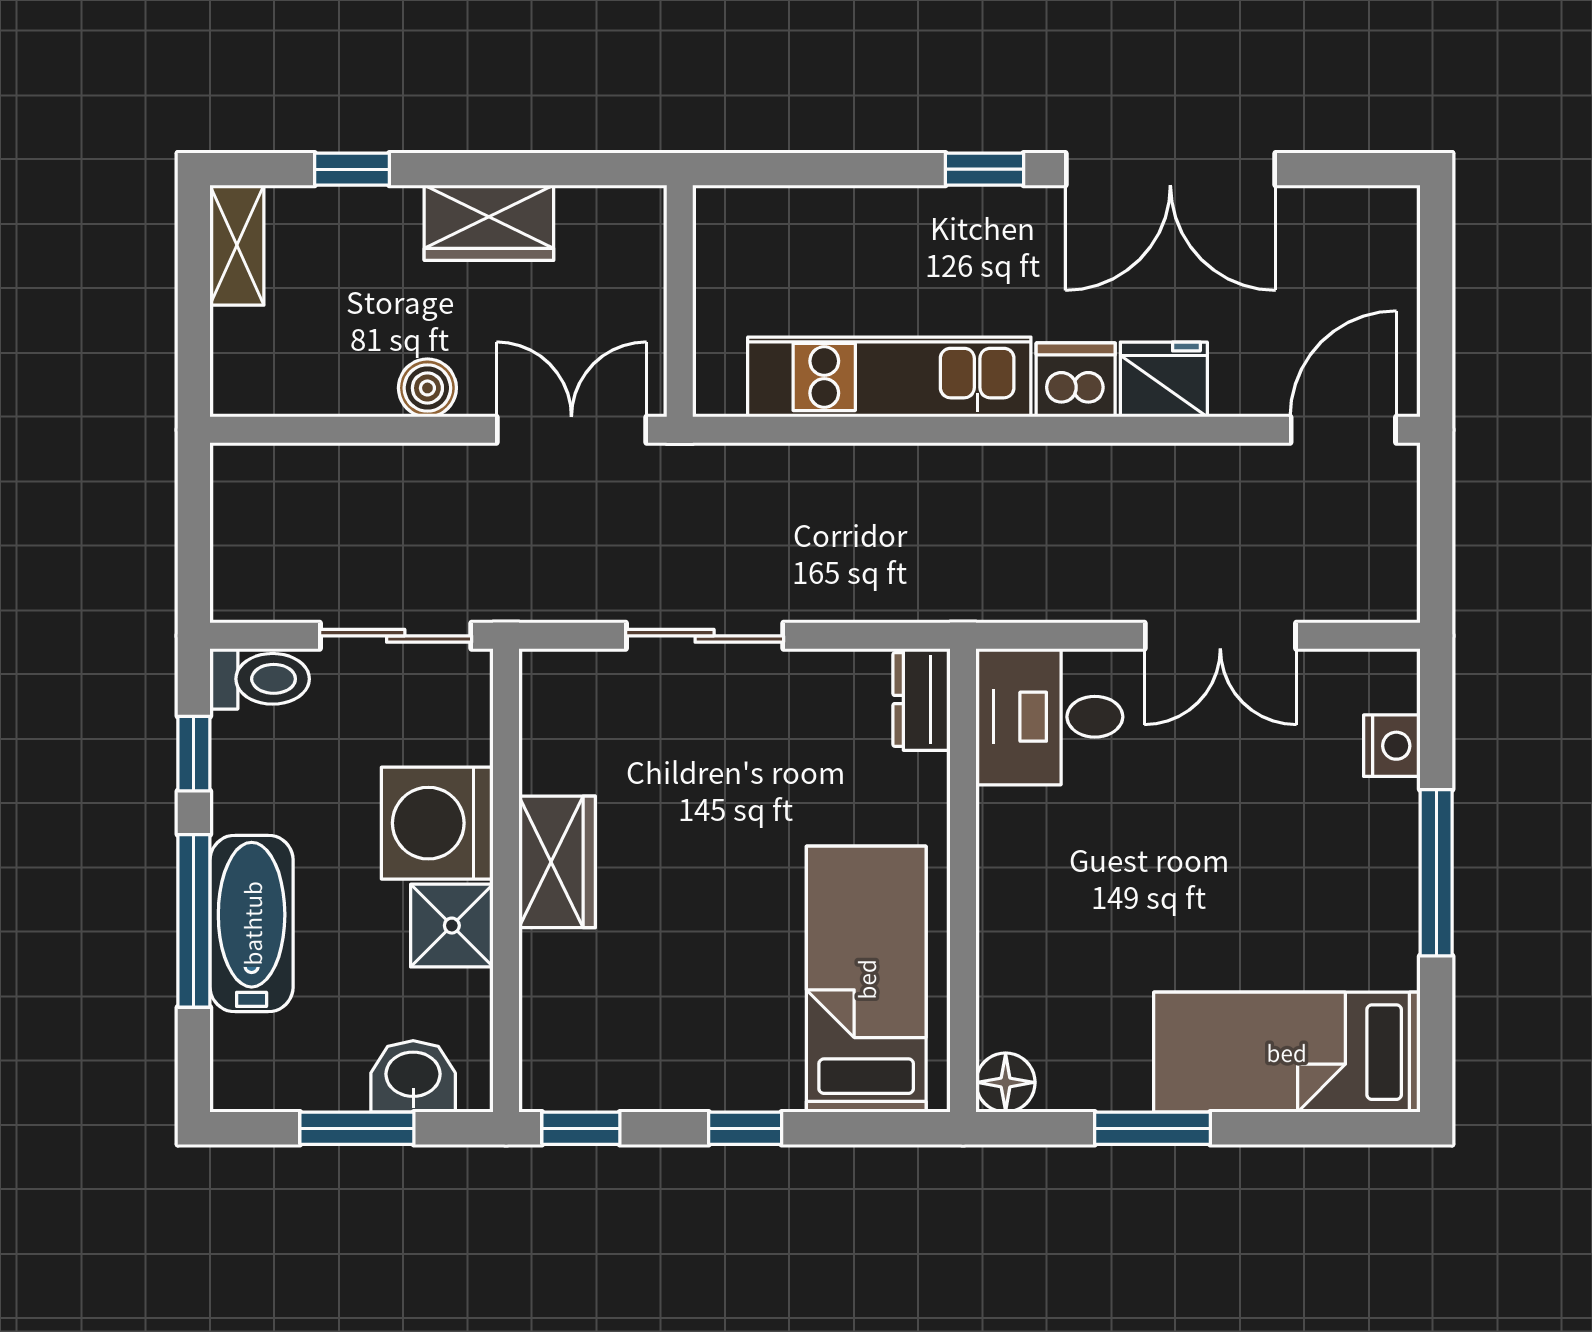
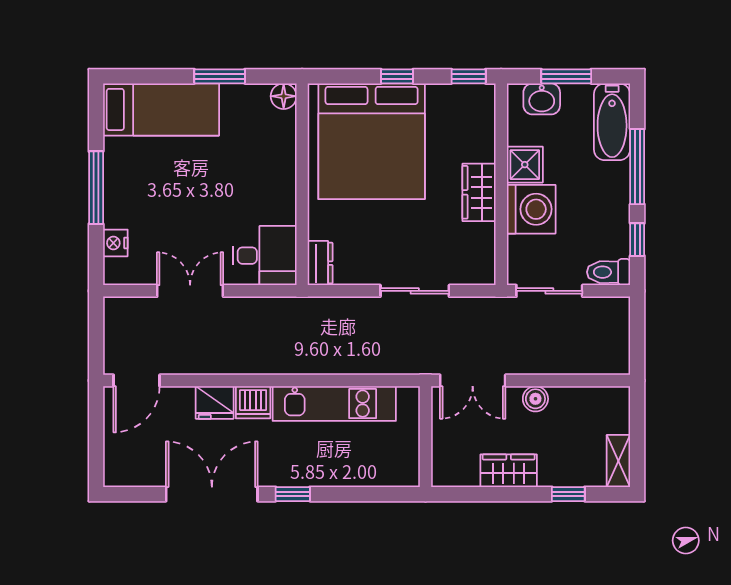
bathtub: (252, 923) -> (612, 122), moved
bed: (866, 979) -> (372, 141), width x2.04

